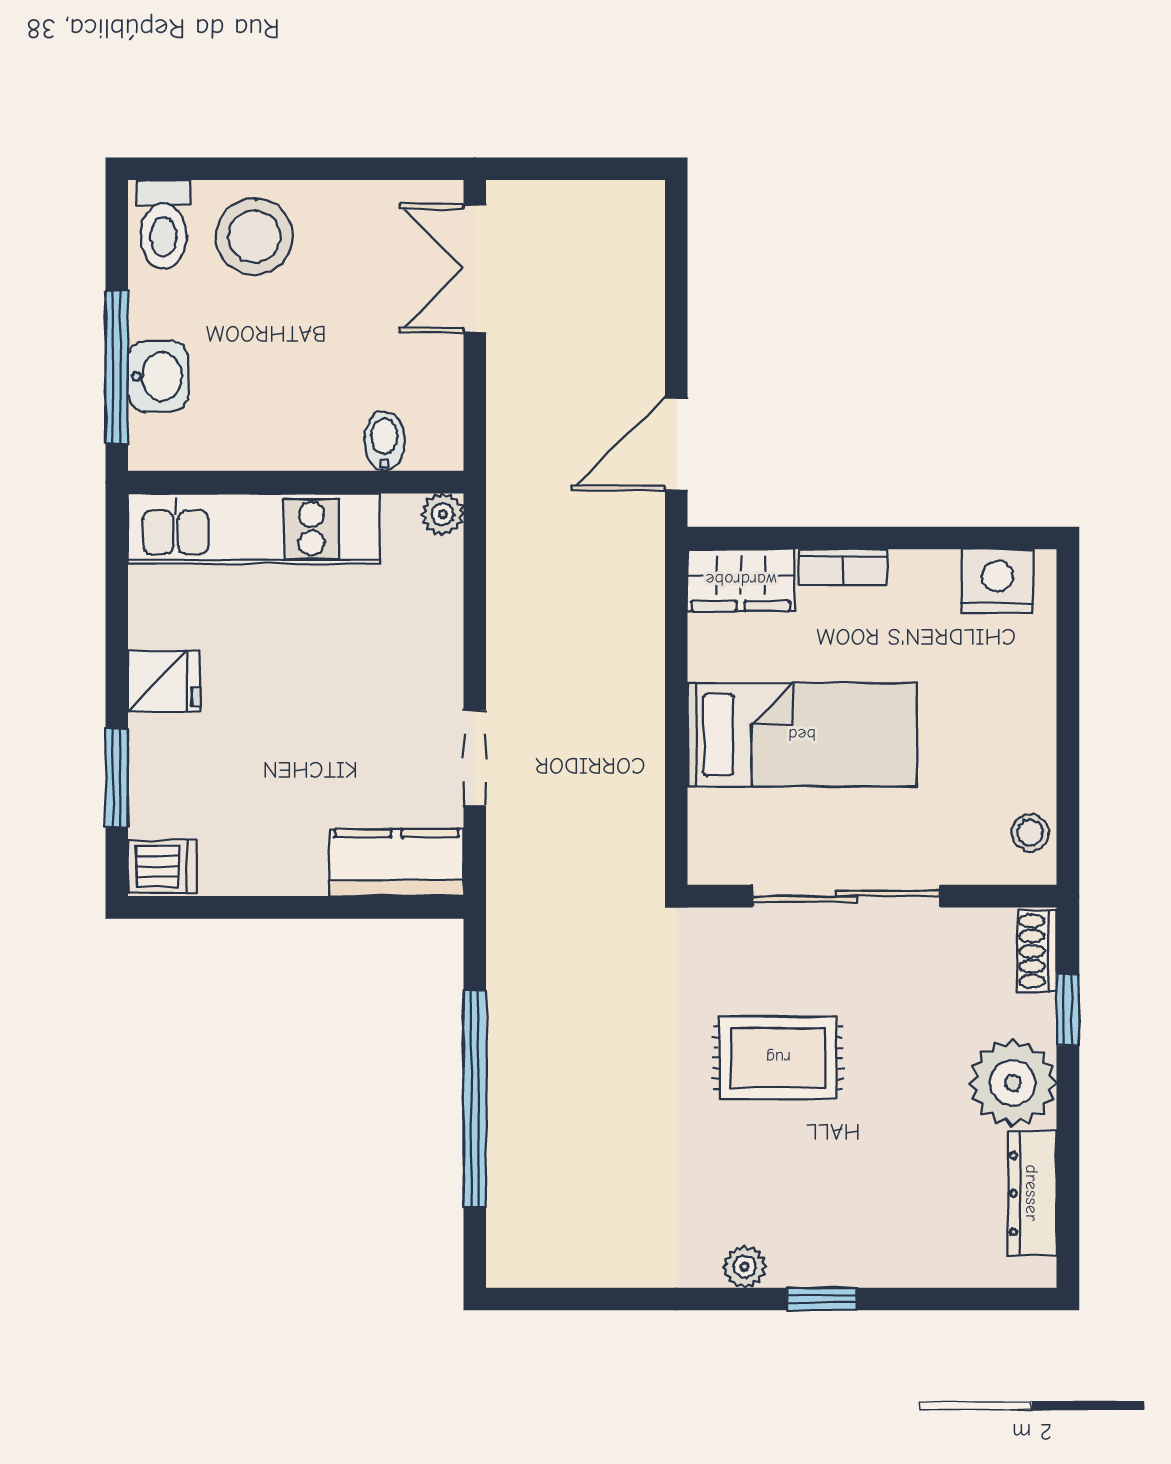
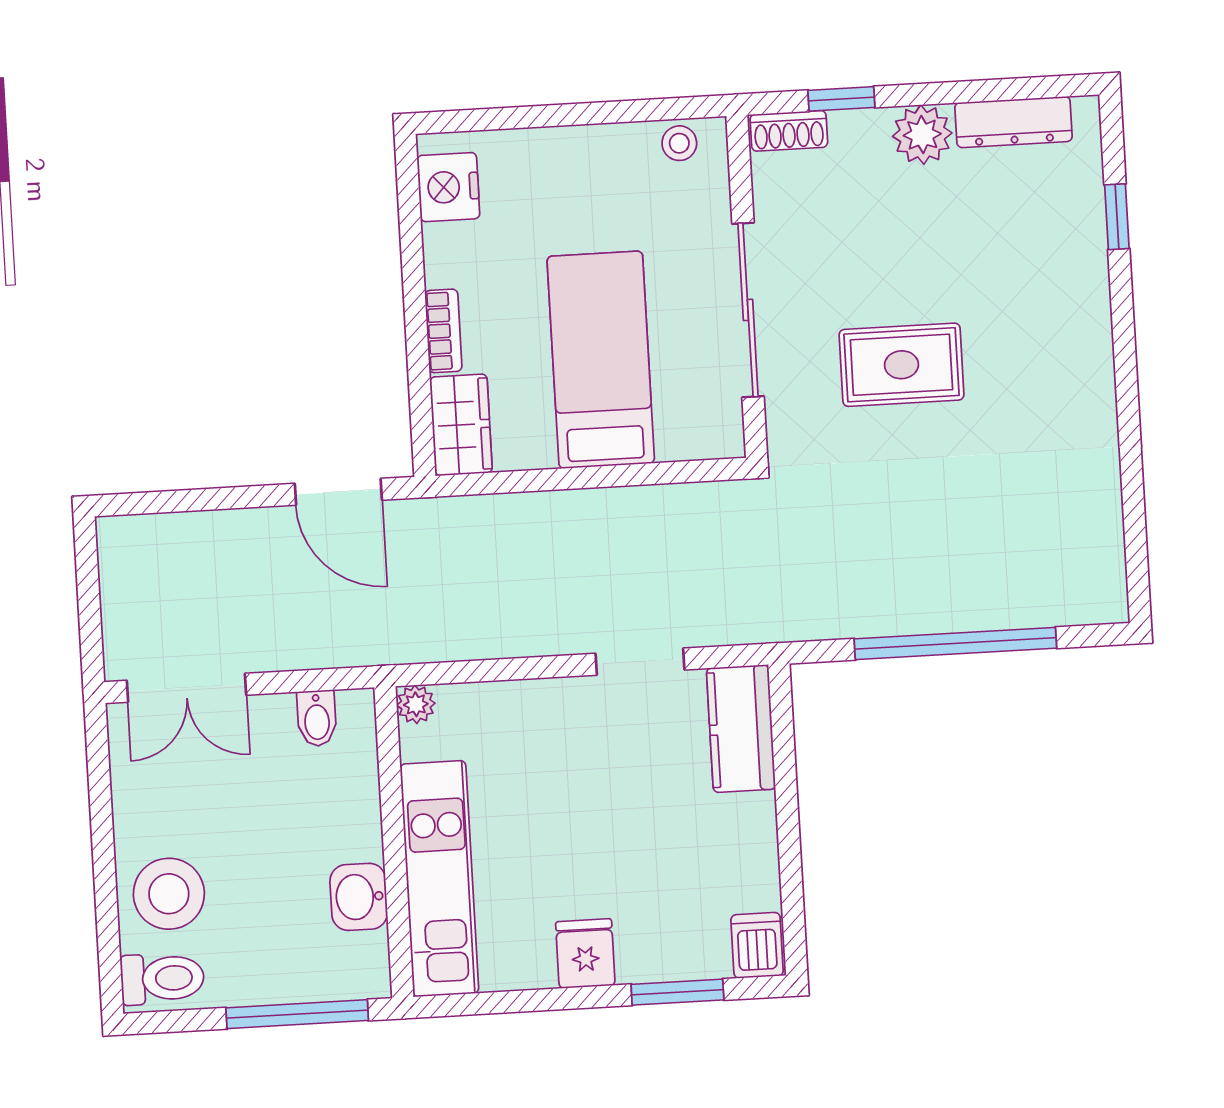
washbasin: (158, 376) -> (359, 897), moved, turned -90
bidet: (384, 441) -> (317, 718), moved, turned -90
rug: (778, 1058) -> (901, 365), turned 90
plant: (1013, 1083) -> (922, 135), width x0.73, depth x0.73
plant: (745, 1267) -> (1097, 385), removed
window: (822, 1299) -> (1117, 217), moved

